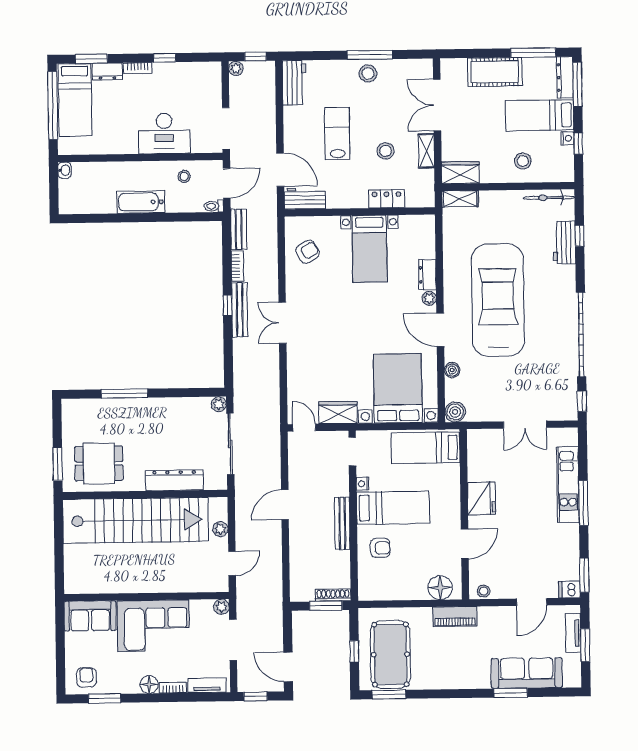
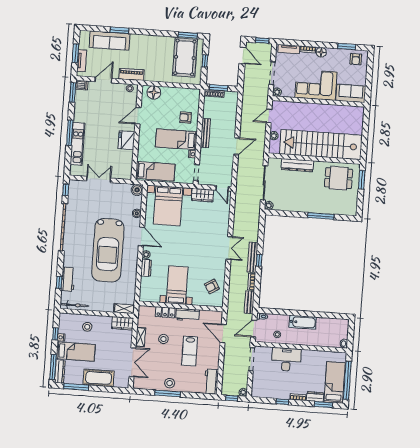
workbench: (305, 198) -> (187, 315), moved
piano: (455, 616) -> (131, 74), moved

